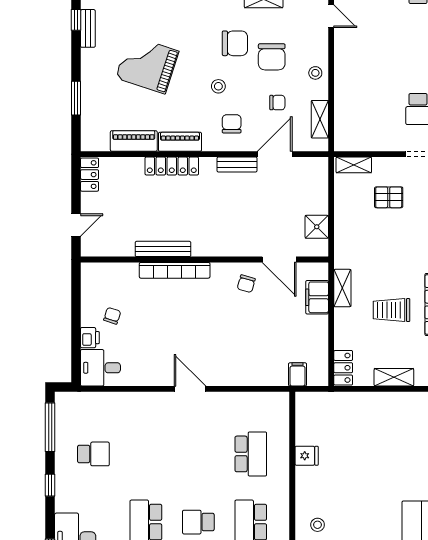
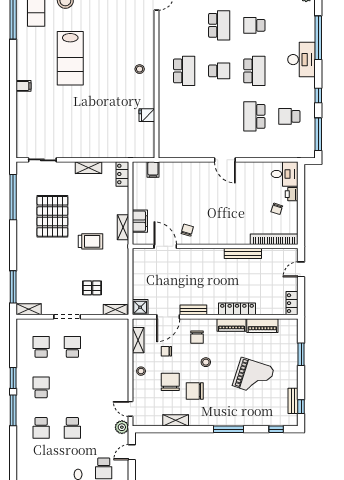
shower: (317, 227) -> (140, 307), moved
bookcase: (175, 270) -> (274, 239), moved
trolley: (392, 310) -> (91, 241), moved
school desk: (251, 454) -> (254, 116), moved

